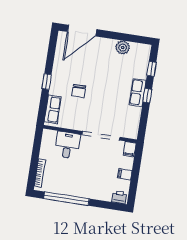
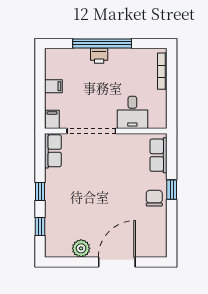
door: (82, 31) -> (117, 262), moved
chair: (79, 91) -> (154, 198), moved
row of seats: (138, 93) -> (53, 151), moved
printer: (119, 197) -> (99, 56), moved
window: (66, 199) -> (102, 43), moved

